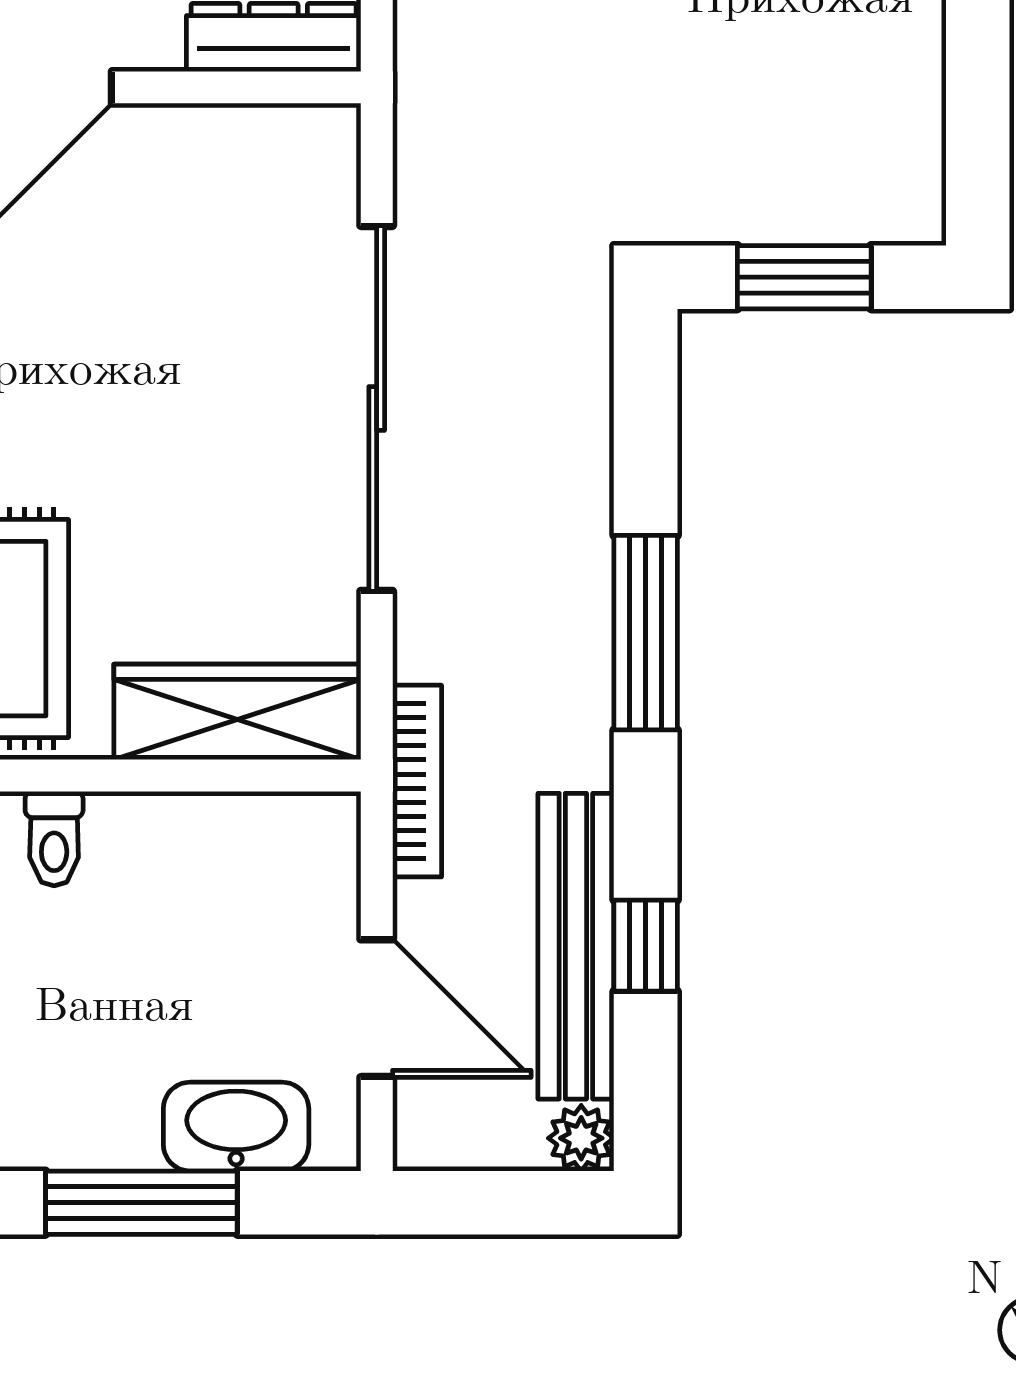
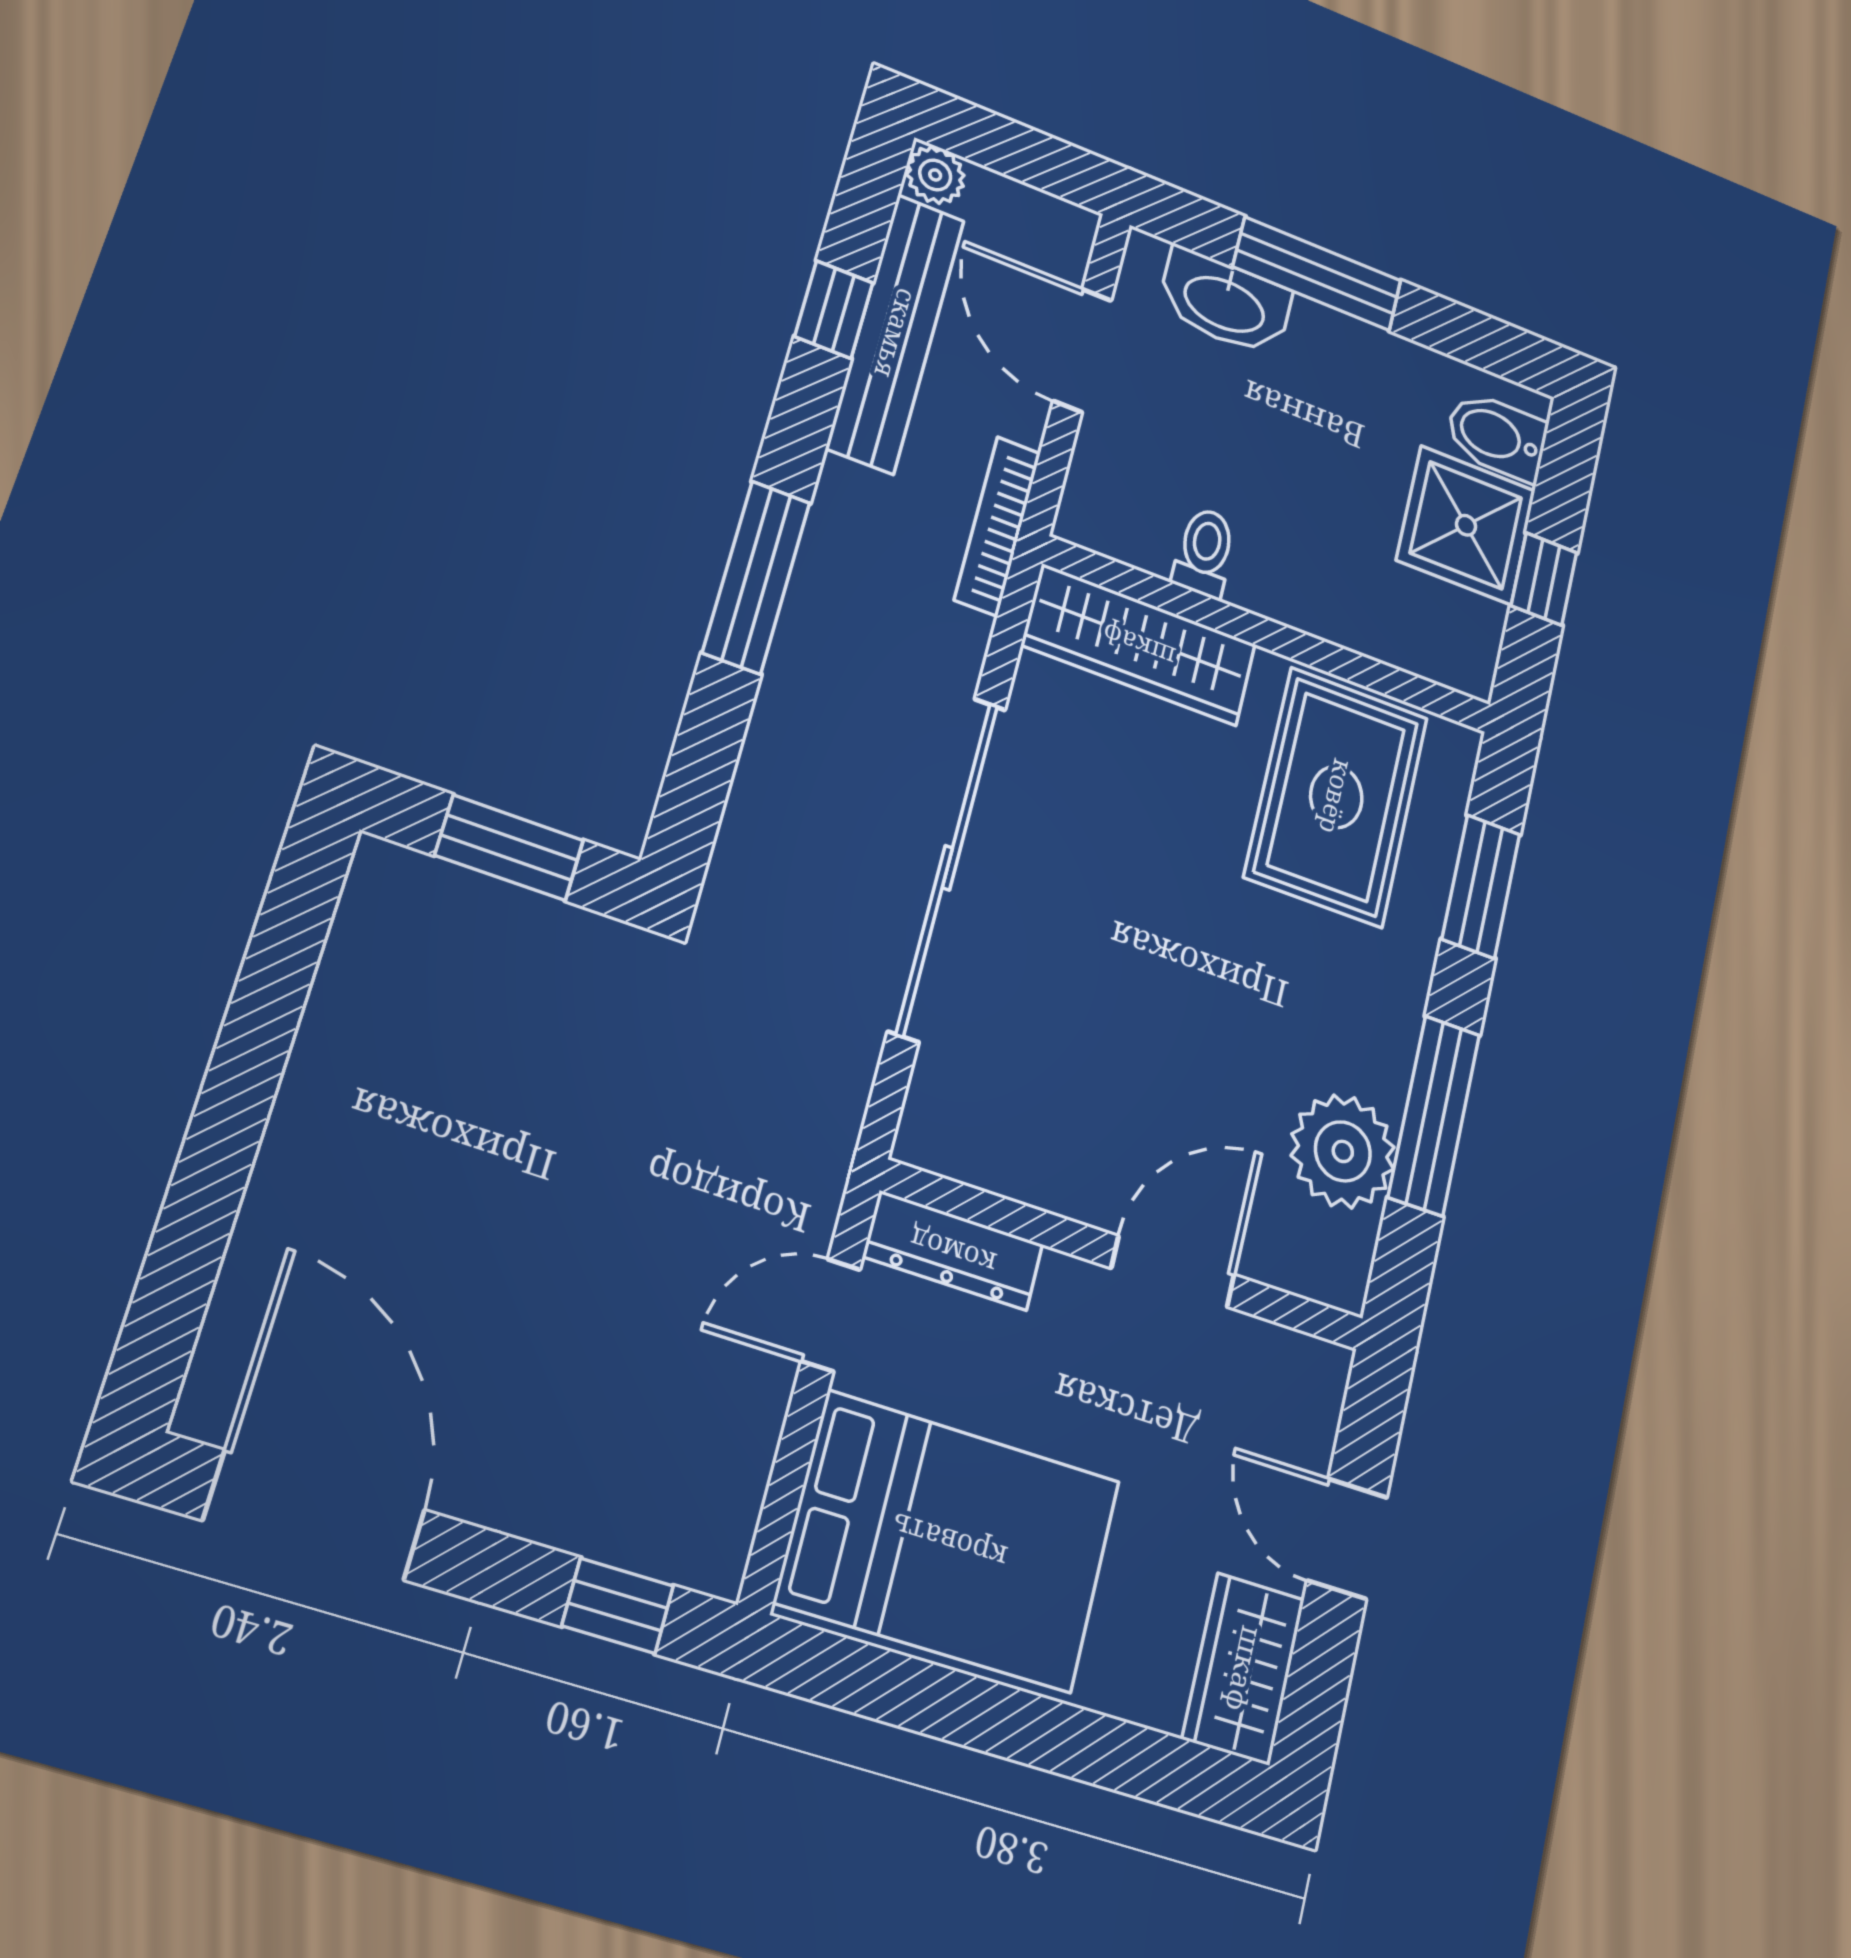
toilet: (54, 839) -> (1204, 552), moved

